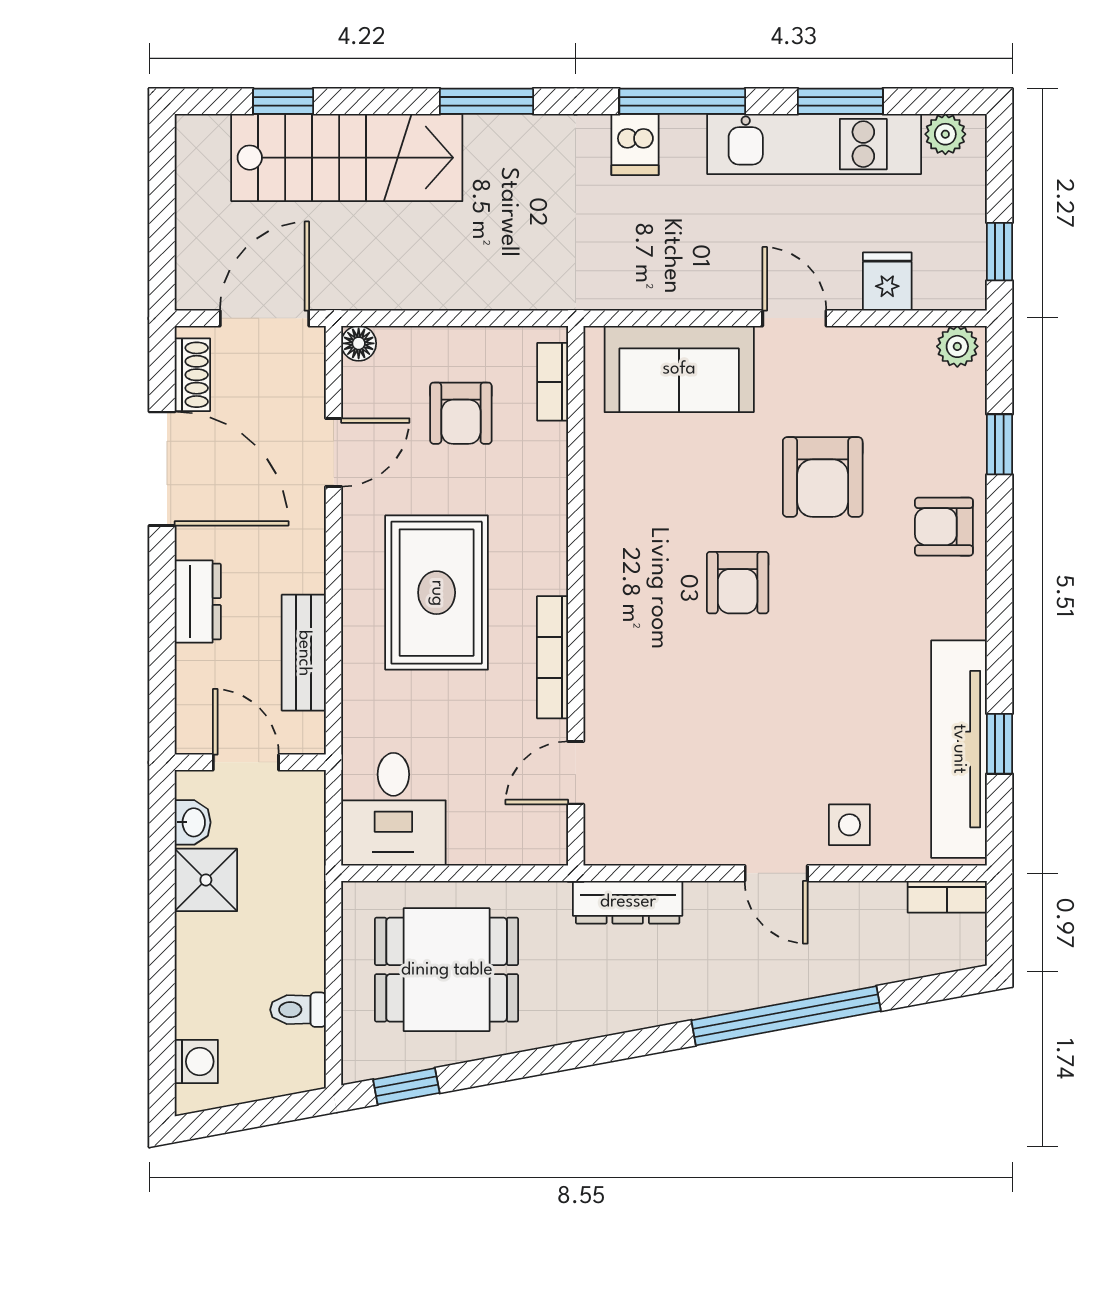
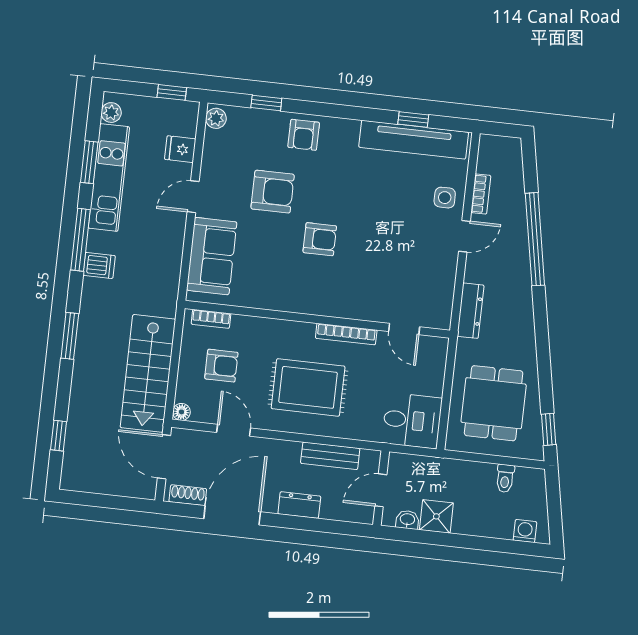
stairs: (347, 158) -> (148, 373), moved, turned 180
bookcase: (947, 897) -> (481, 194), moved

